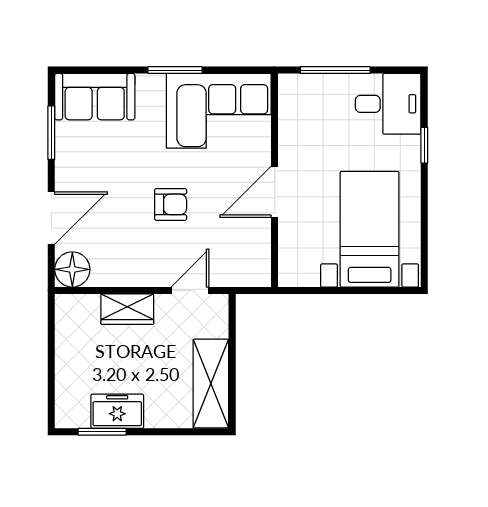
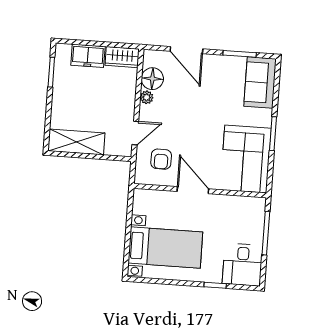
armchair: (171, 204) -> (161, 159), moved
floor lamp: (72, 269) -> (152, 79), moved
plant: (131, 276) -> (147, 97), added
door: (190, 290) -> (135, 133), hinge flipped
wardrobe: (127, 309) -> (122, 57), moved, turned -90
freezer: (117, 411) -> (88, 56), moved, turned 90

